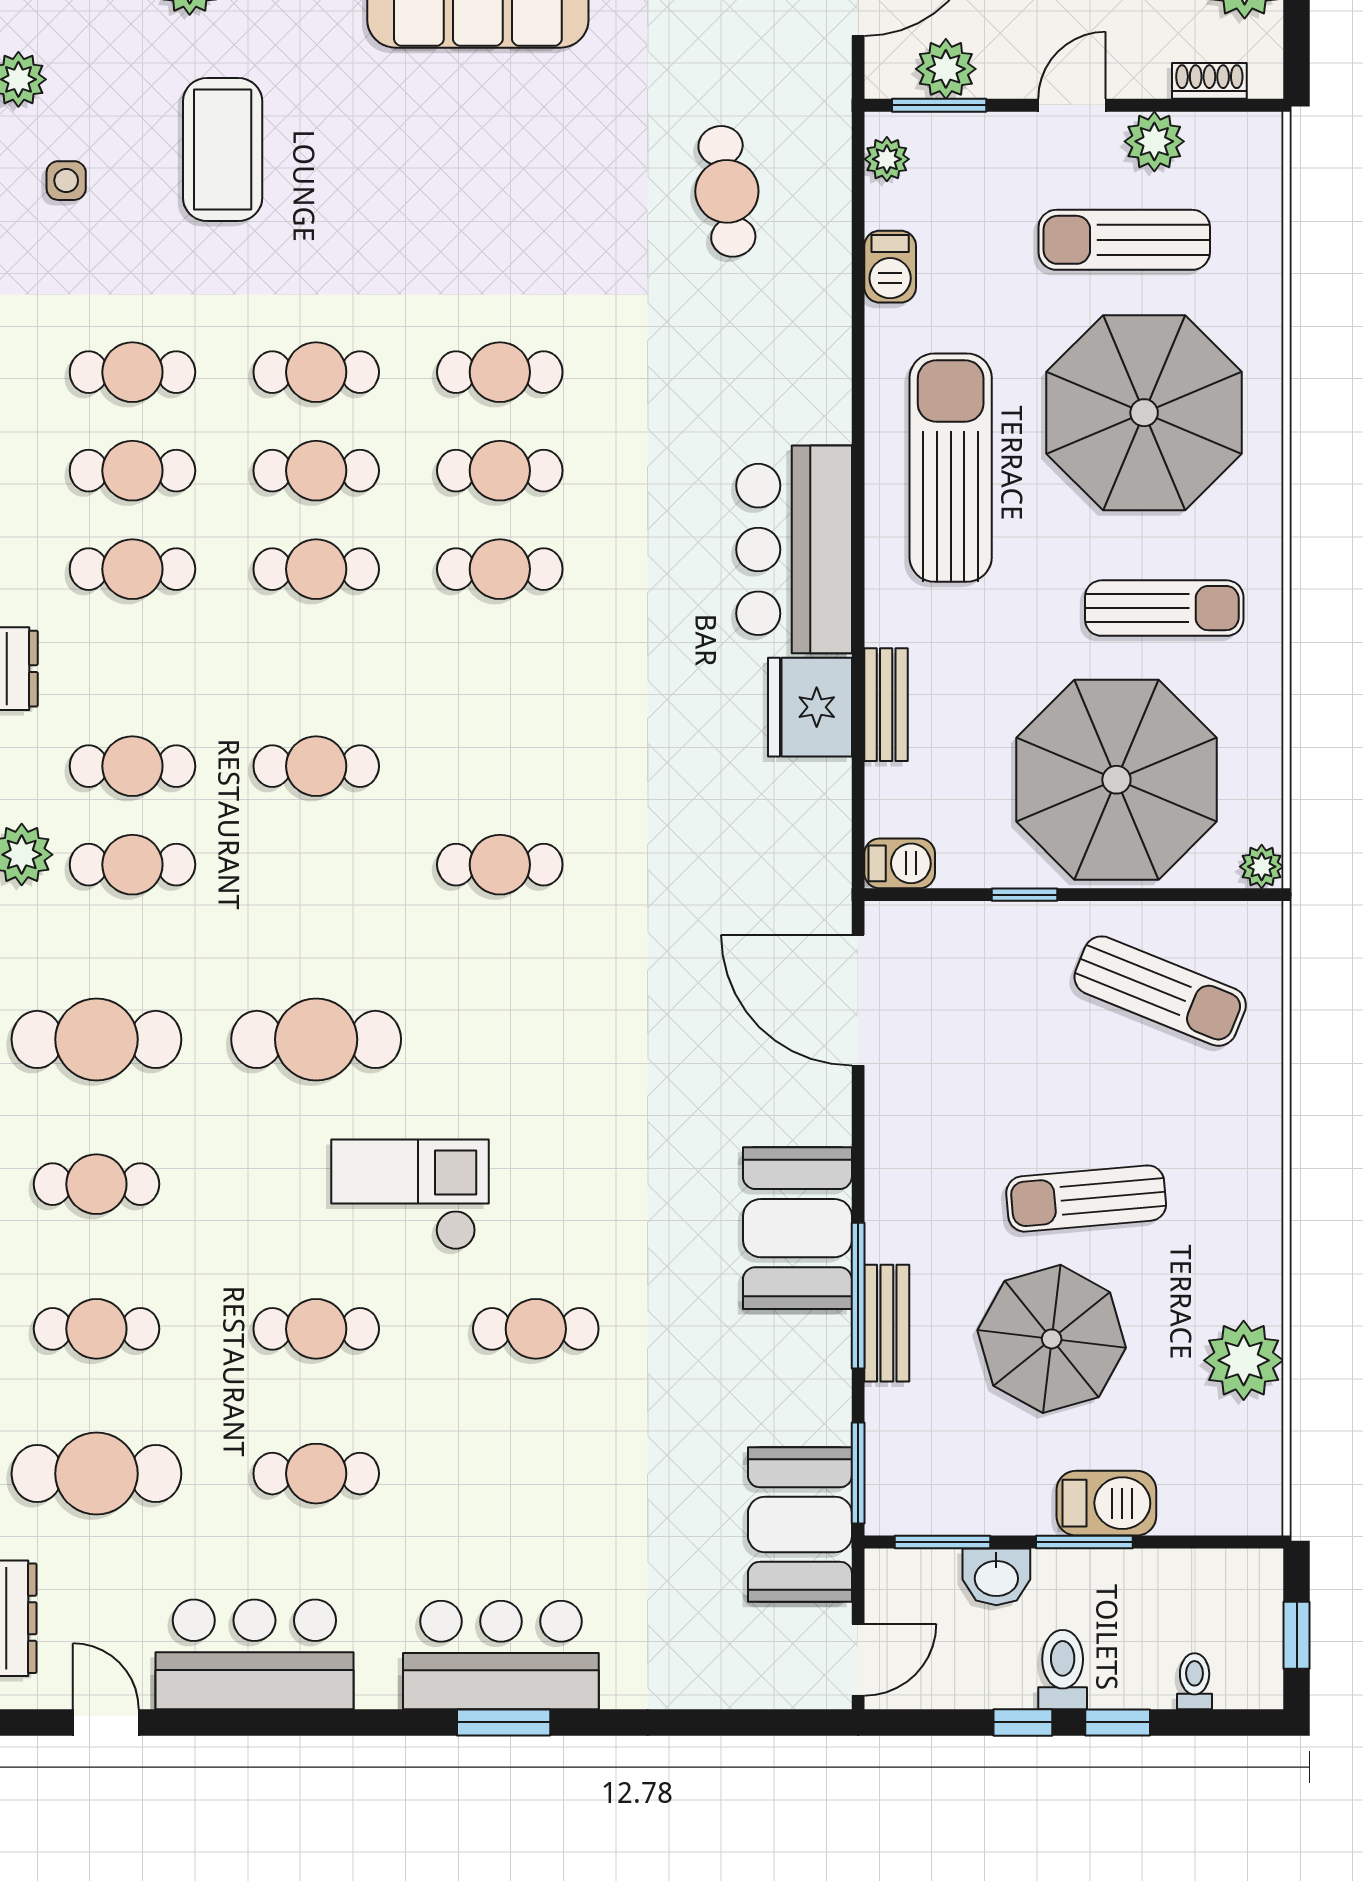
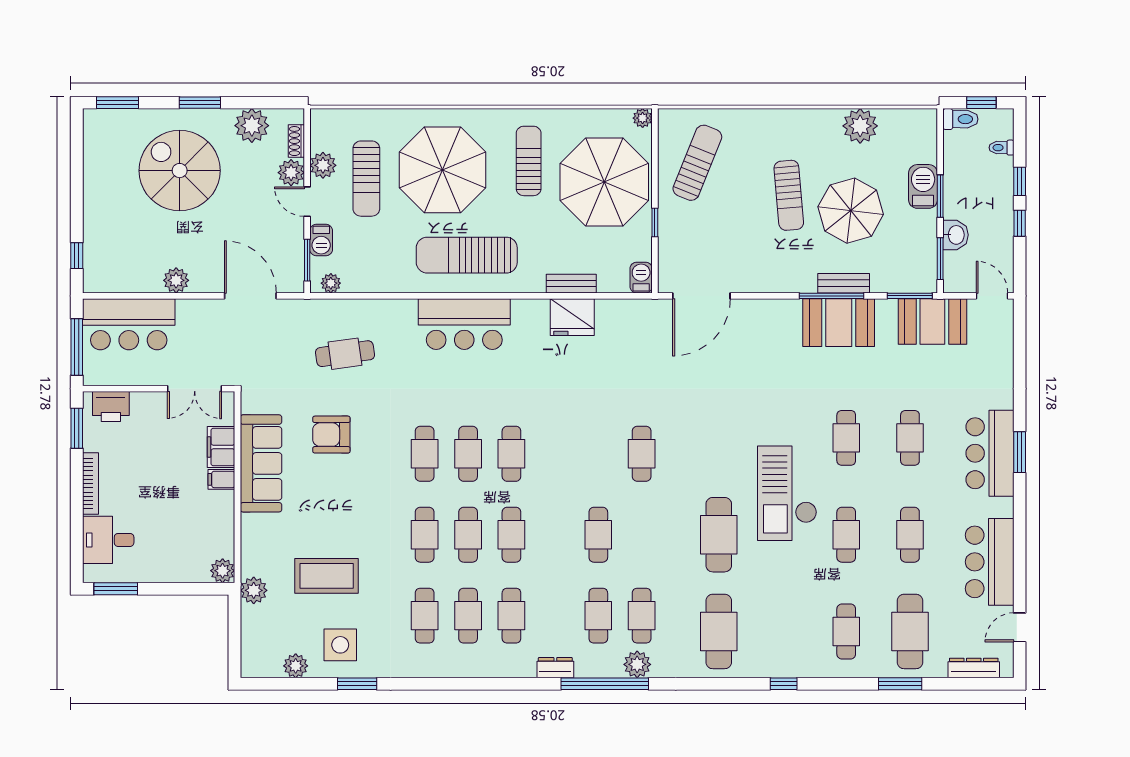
plant: (946, 69) -> (291, 173), moved
armchair: (543, 161) -> (331, 435), added
side table: (66, 181) -> (340, 645), width x1.87, depth x1.87
barbecue: (890, 267) -> (321, 240), moved, turned 90
bar counter: (794, 549) -> (464, 324), moved
cafe table: (96, 1184) -> (910, 438), moved
checkout: (410, 1195) -> (787, 493), width x1.36, depth x1.21
booth: (797, 1228) -> (839, 323), moved
toilet: (1063, 1670) -> (960, 119), moved, turned 180

